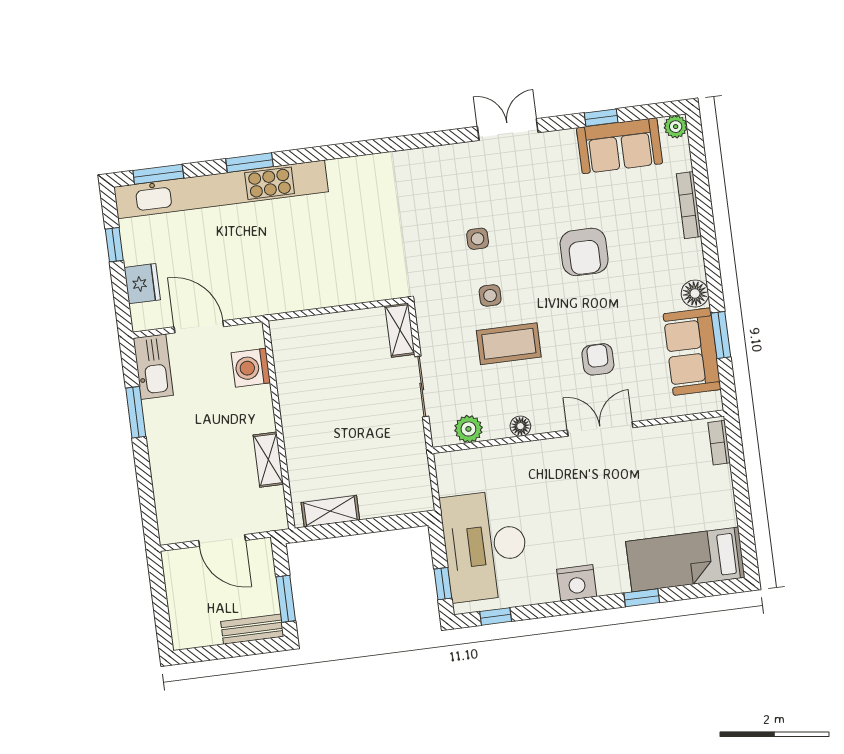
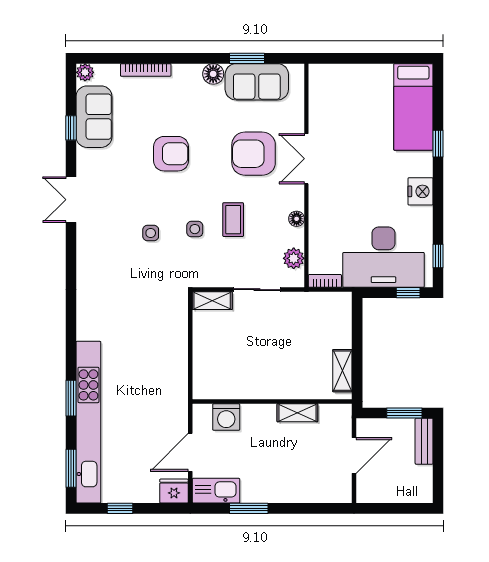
fridge: (142, 284) -> (174, 491), moved
coffee table: (509, 344) -> (233, 220), width x0.73, depth x0.77
armchair: (598, 359) -> (254, 154), width x1.88, depth x1.88
bookcase: (719, 443) -> (325, 281), moved, turned 180

